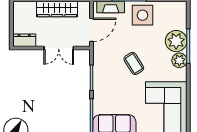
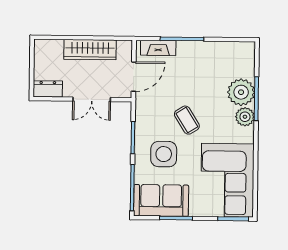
side table: (143, 15) -> (164, 154), moved

